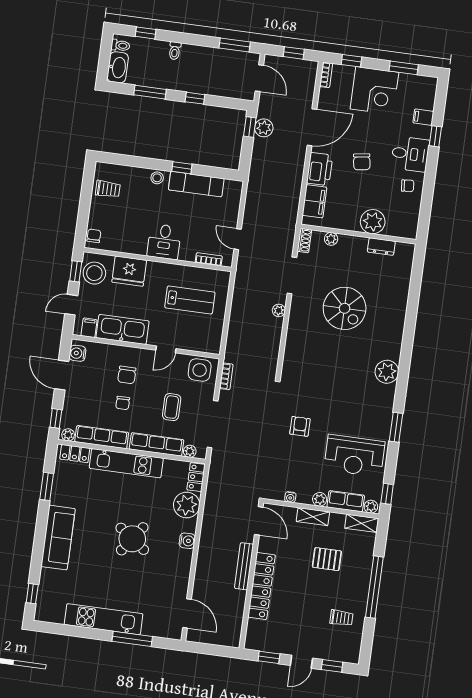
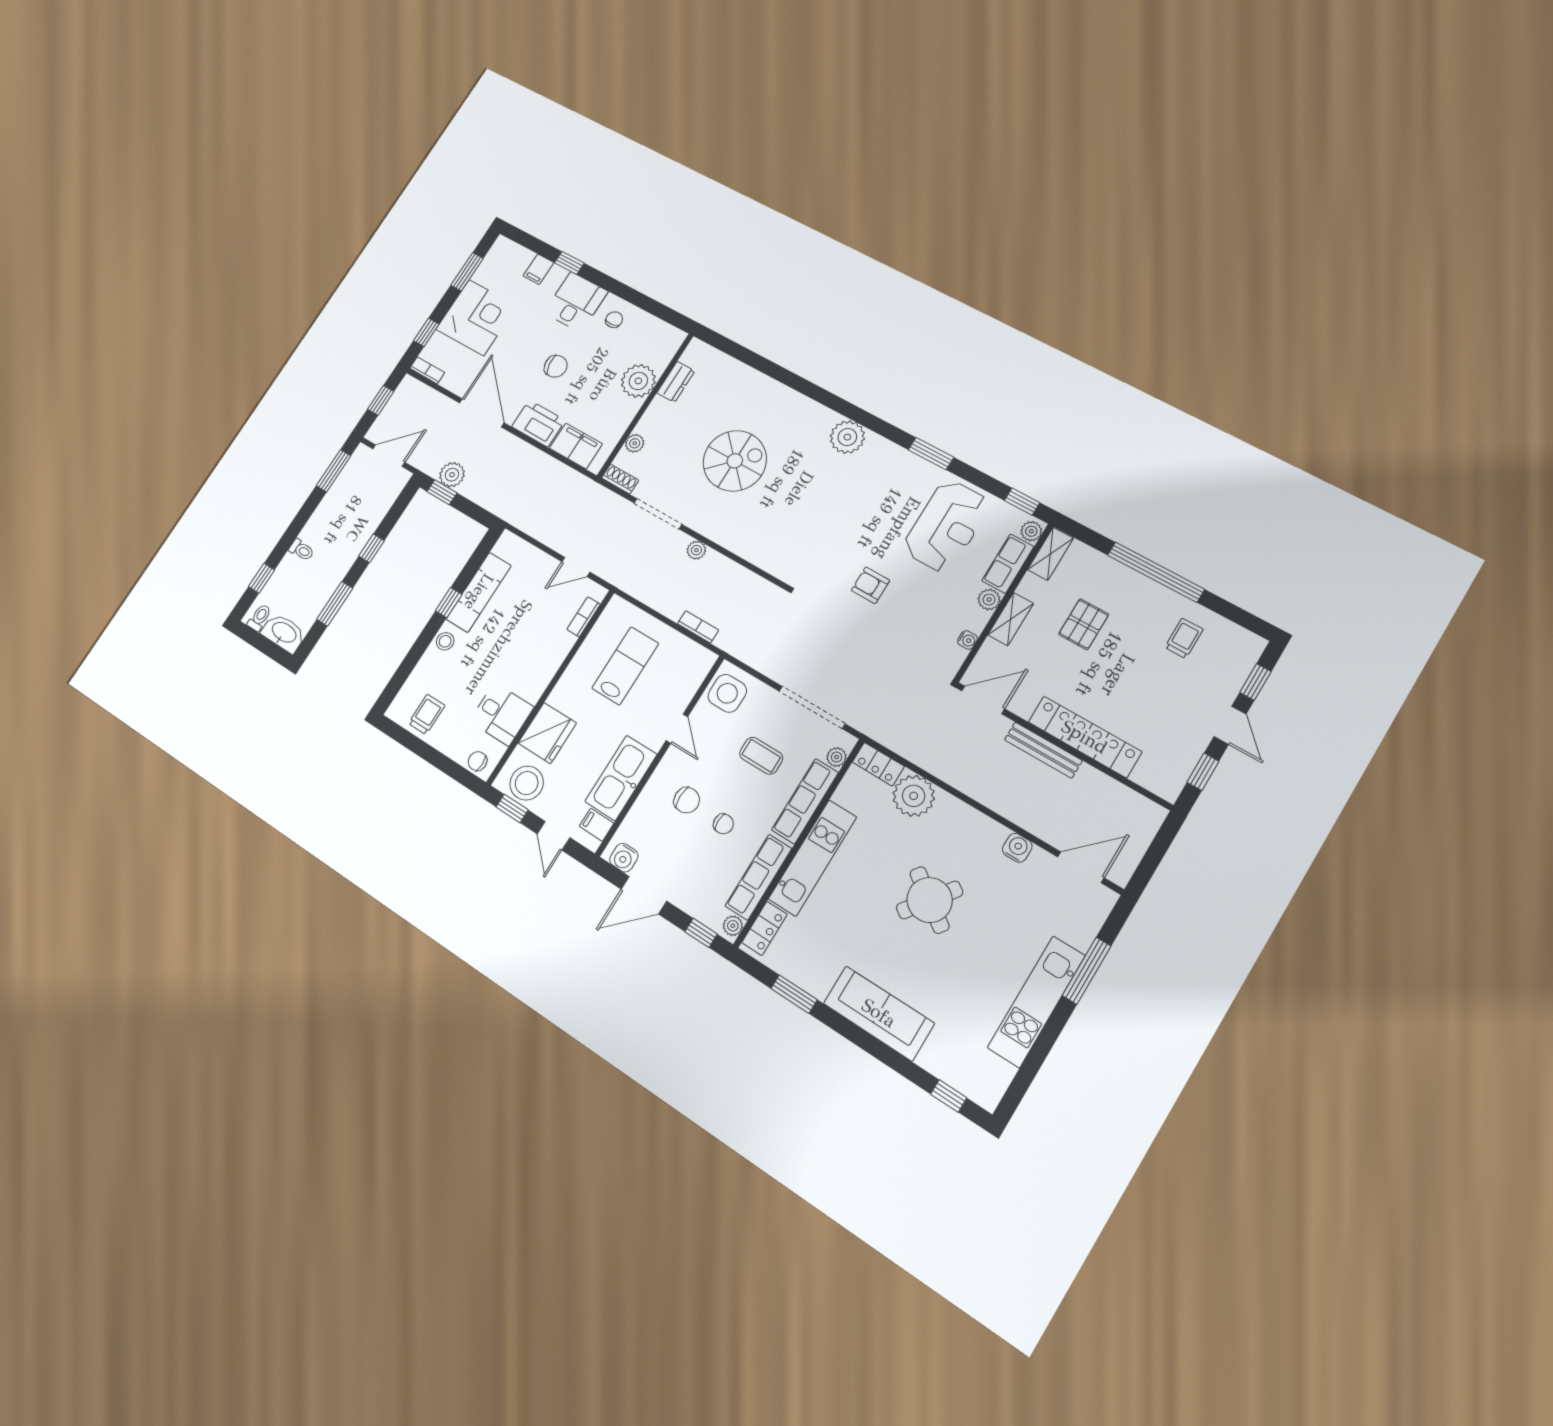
desk: (164, 242) -> (502, 714), moved
bookcase: (226, 376) -> (698, 627), moved
water cooler: (187, 541) -> (1017, 848), moved

